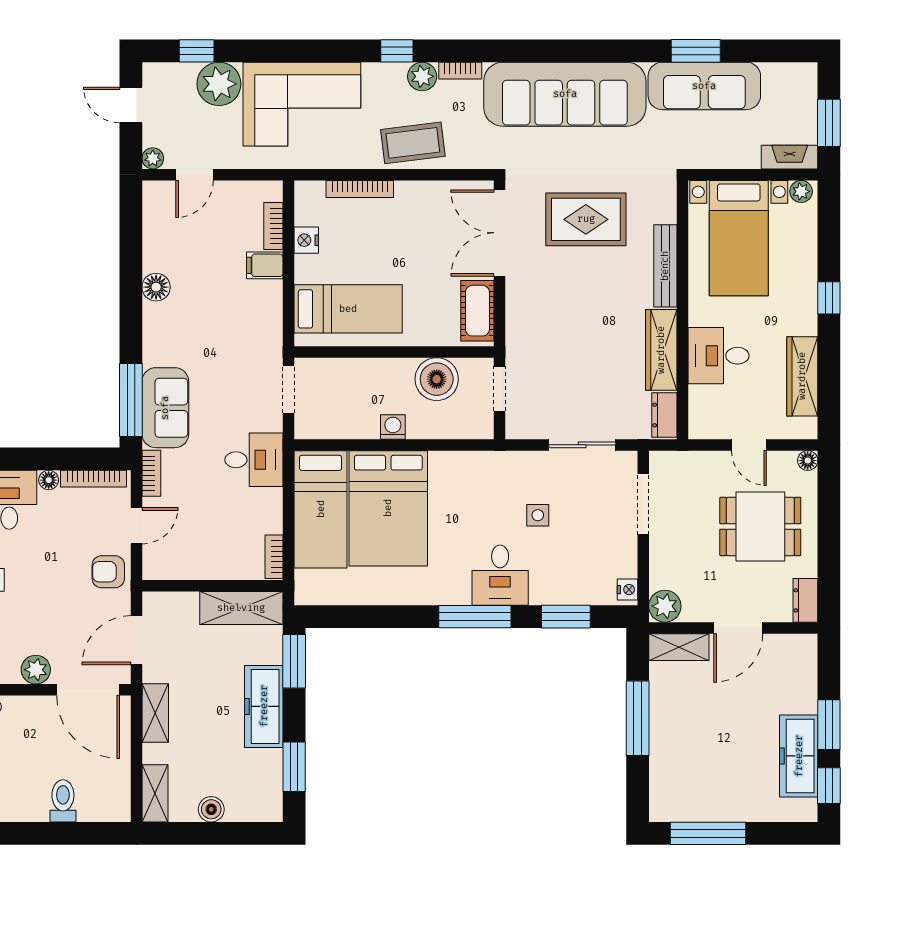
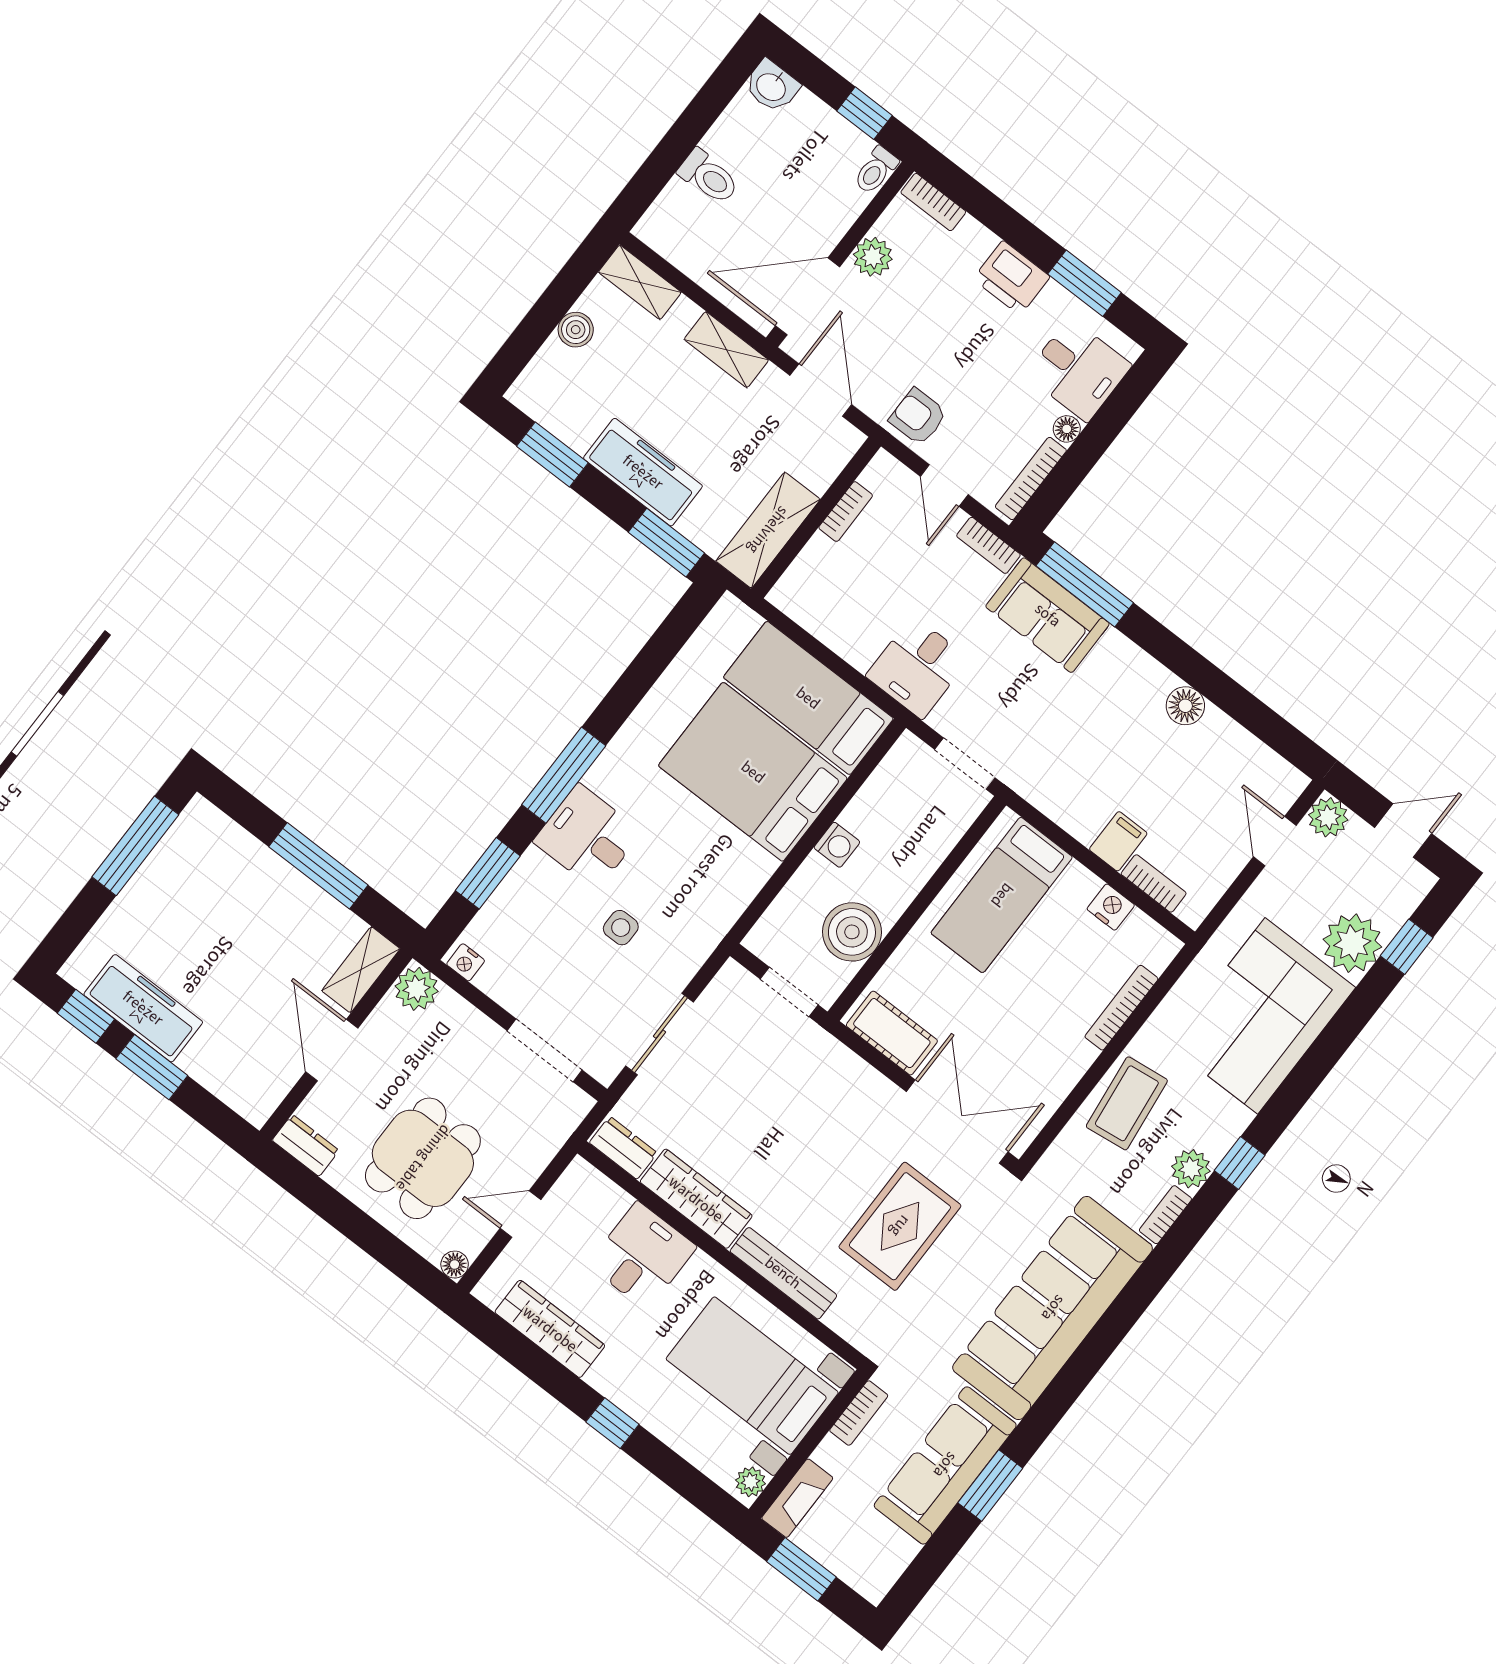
plant: (153, 158) -> (1328, 817), width x1.38, depth x1.38
bookcase: (713, 160) -> (859, 1413), added
bookcase: (274, 557) -> (846, 512), moved, turned 90
armchair: (108, 572) -> (918, 417), turned -90

